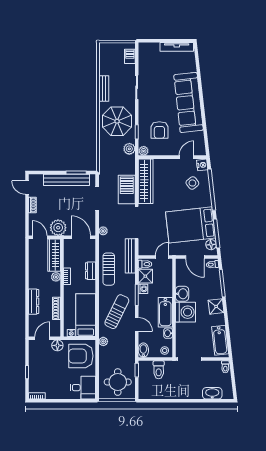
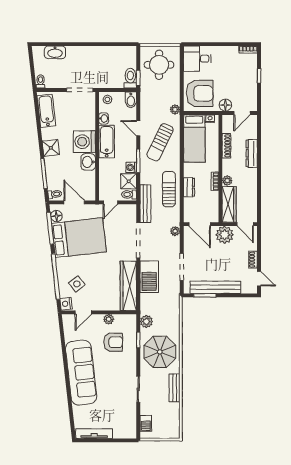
armchair: (159, 130) -> (113, 342), turned 90
plant: (144, 151) -> (109, 319), moved
toilet: (159, 370) -> (130, 78), moved

